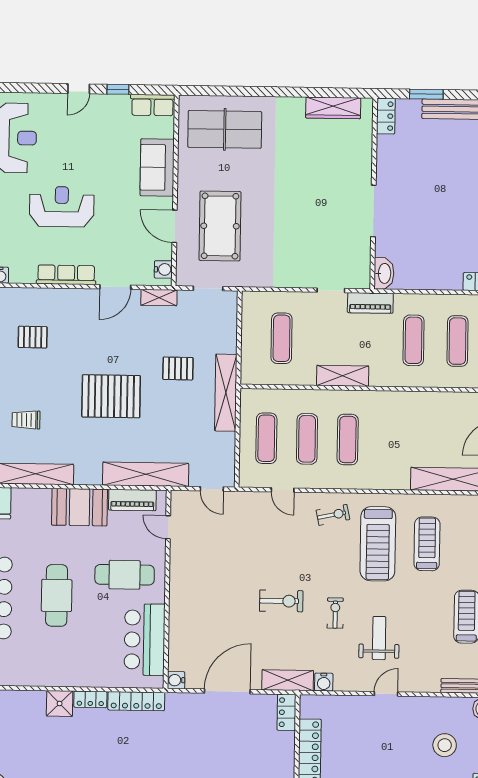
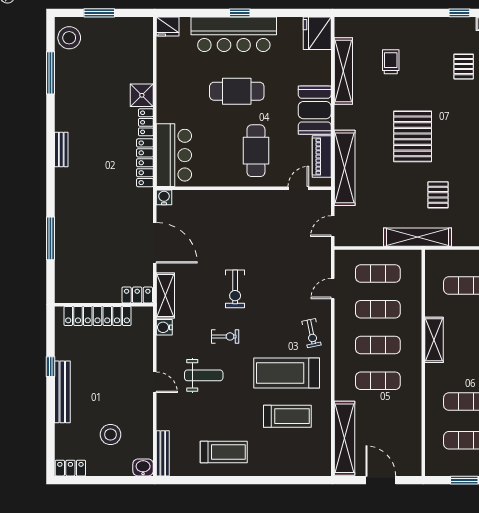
exercise mat: (388, 440) -> (378, 381), added
bar counter: (145, 640) -> (174, 155), moved, turned 90

